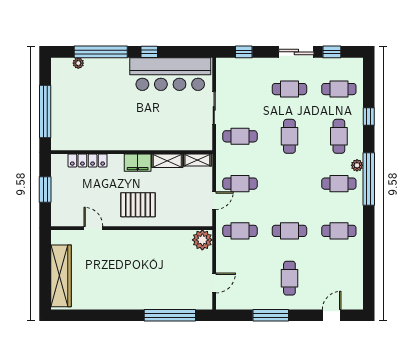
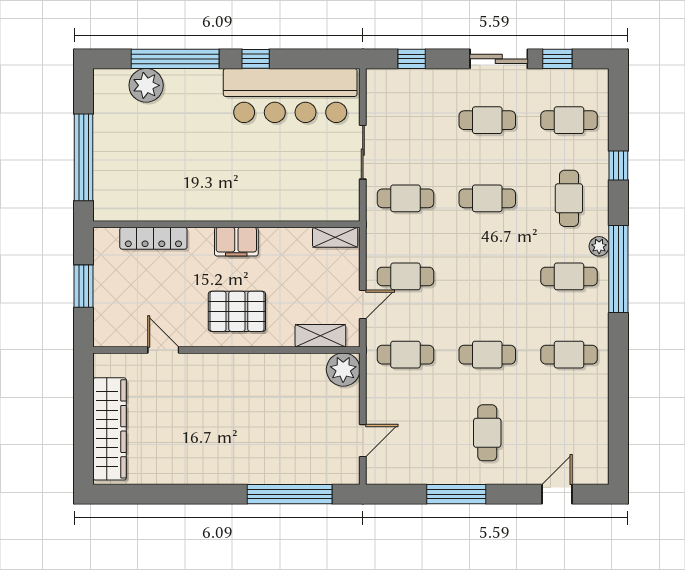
plant: (78, 63) -> (146, 85), width x1.87, depth x1.87
cafe table: (289, 136) -> (487, 198), turned 90
shelving: (167, 161) -> (320, 336), moved

